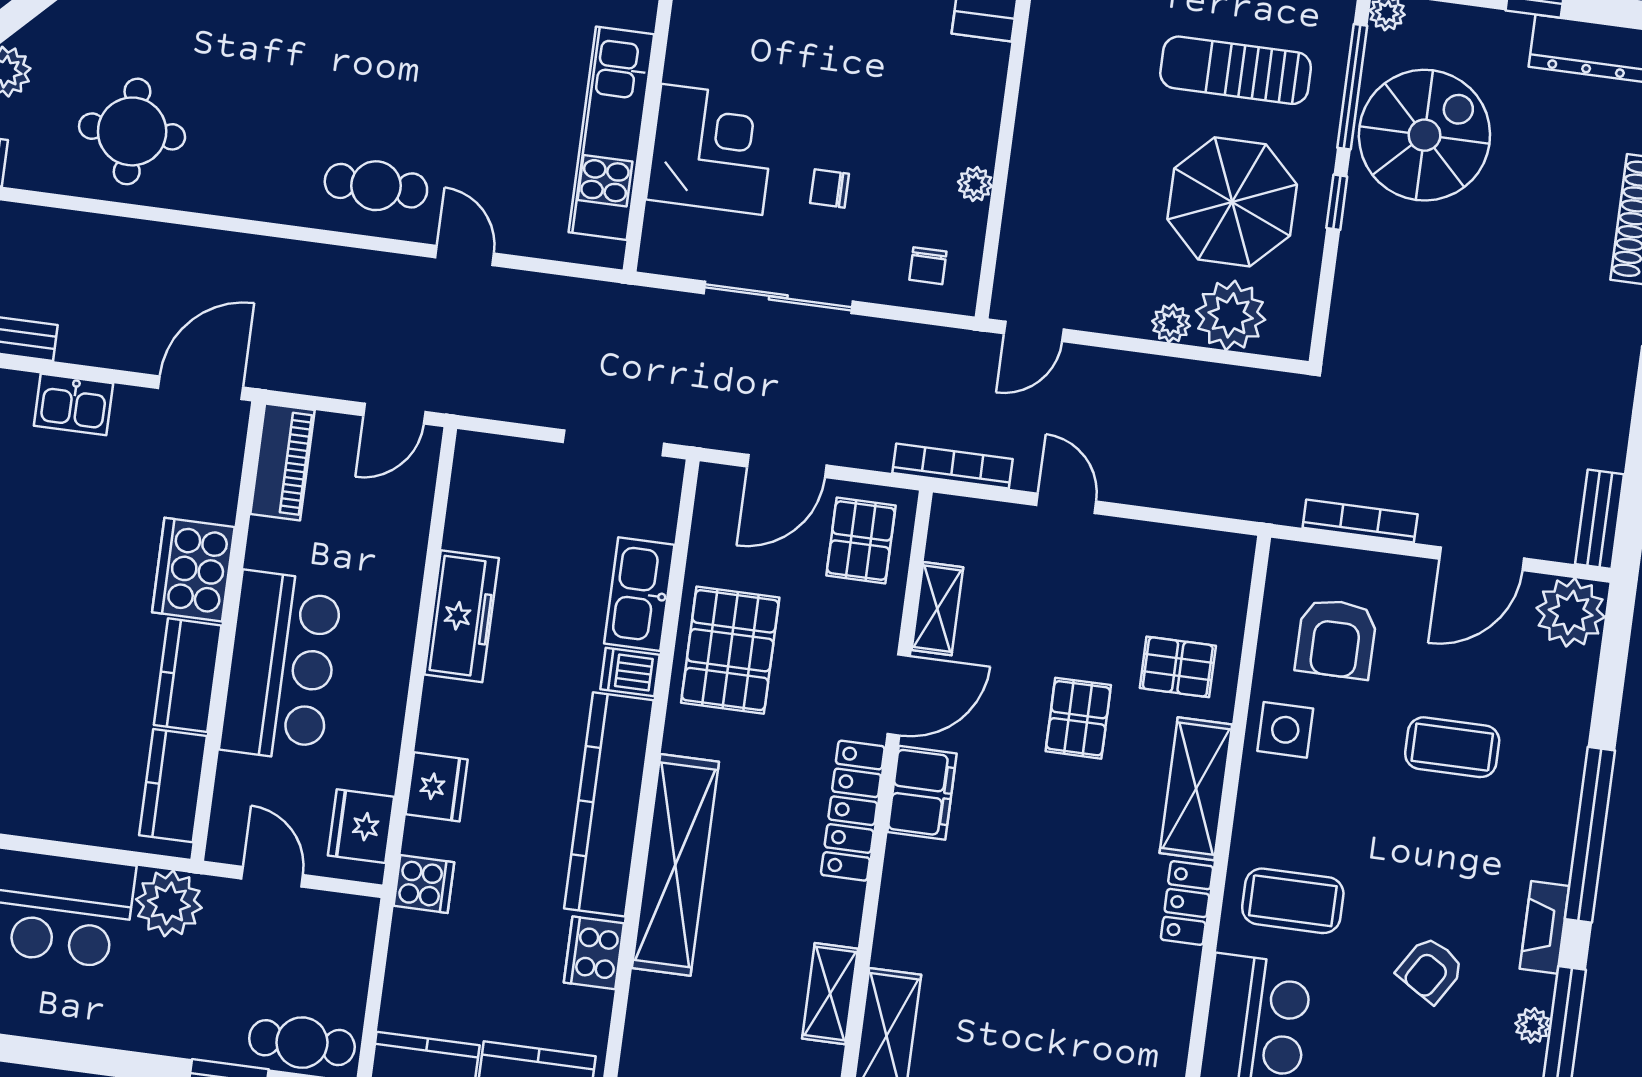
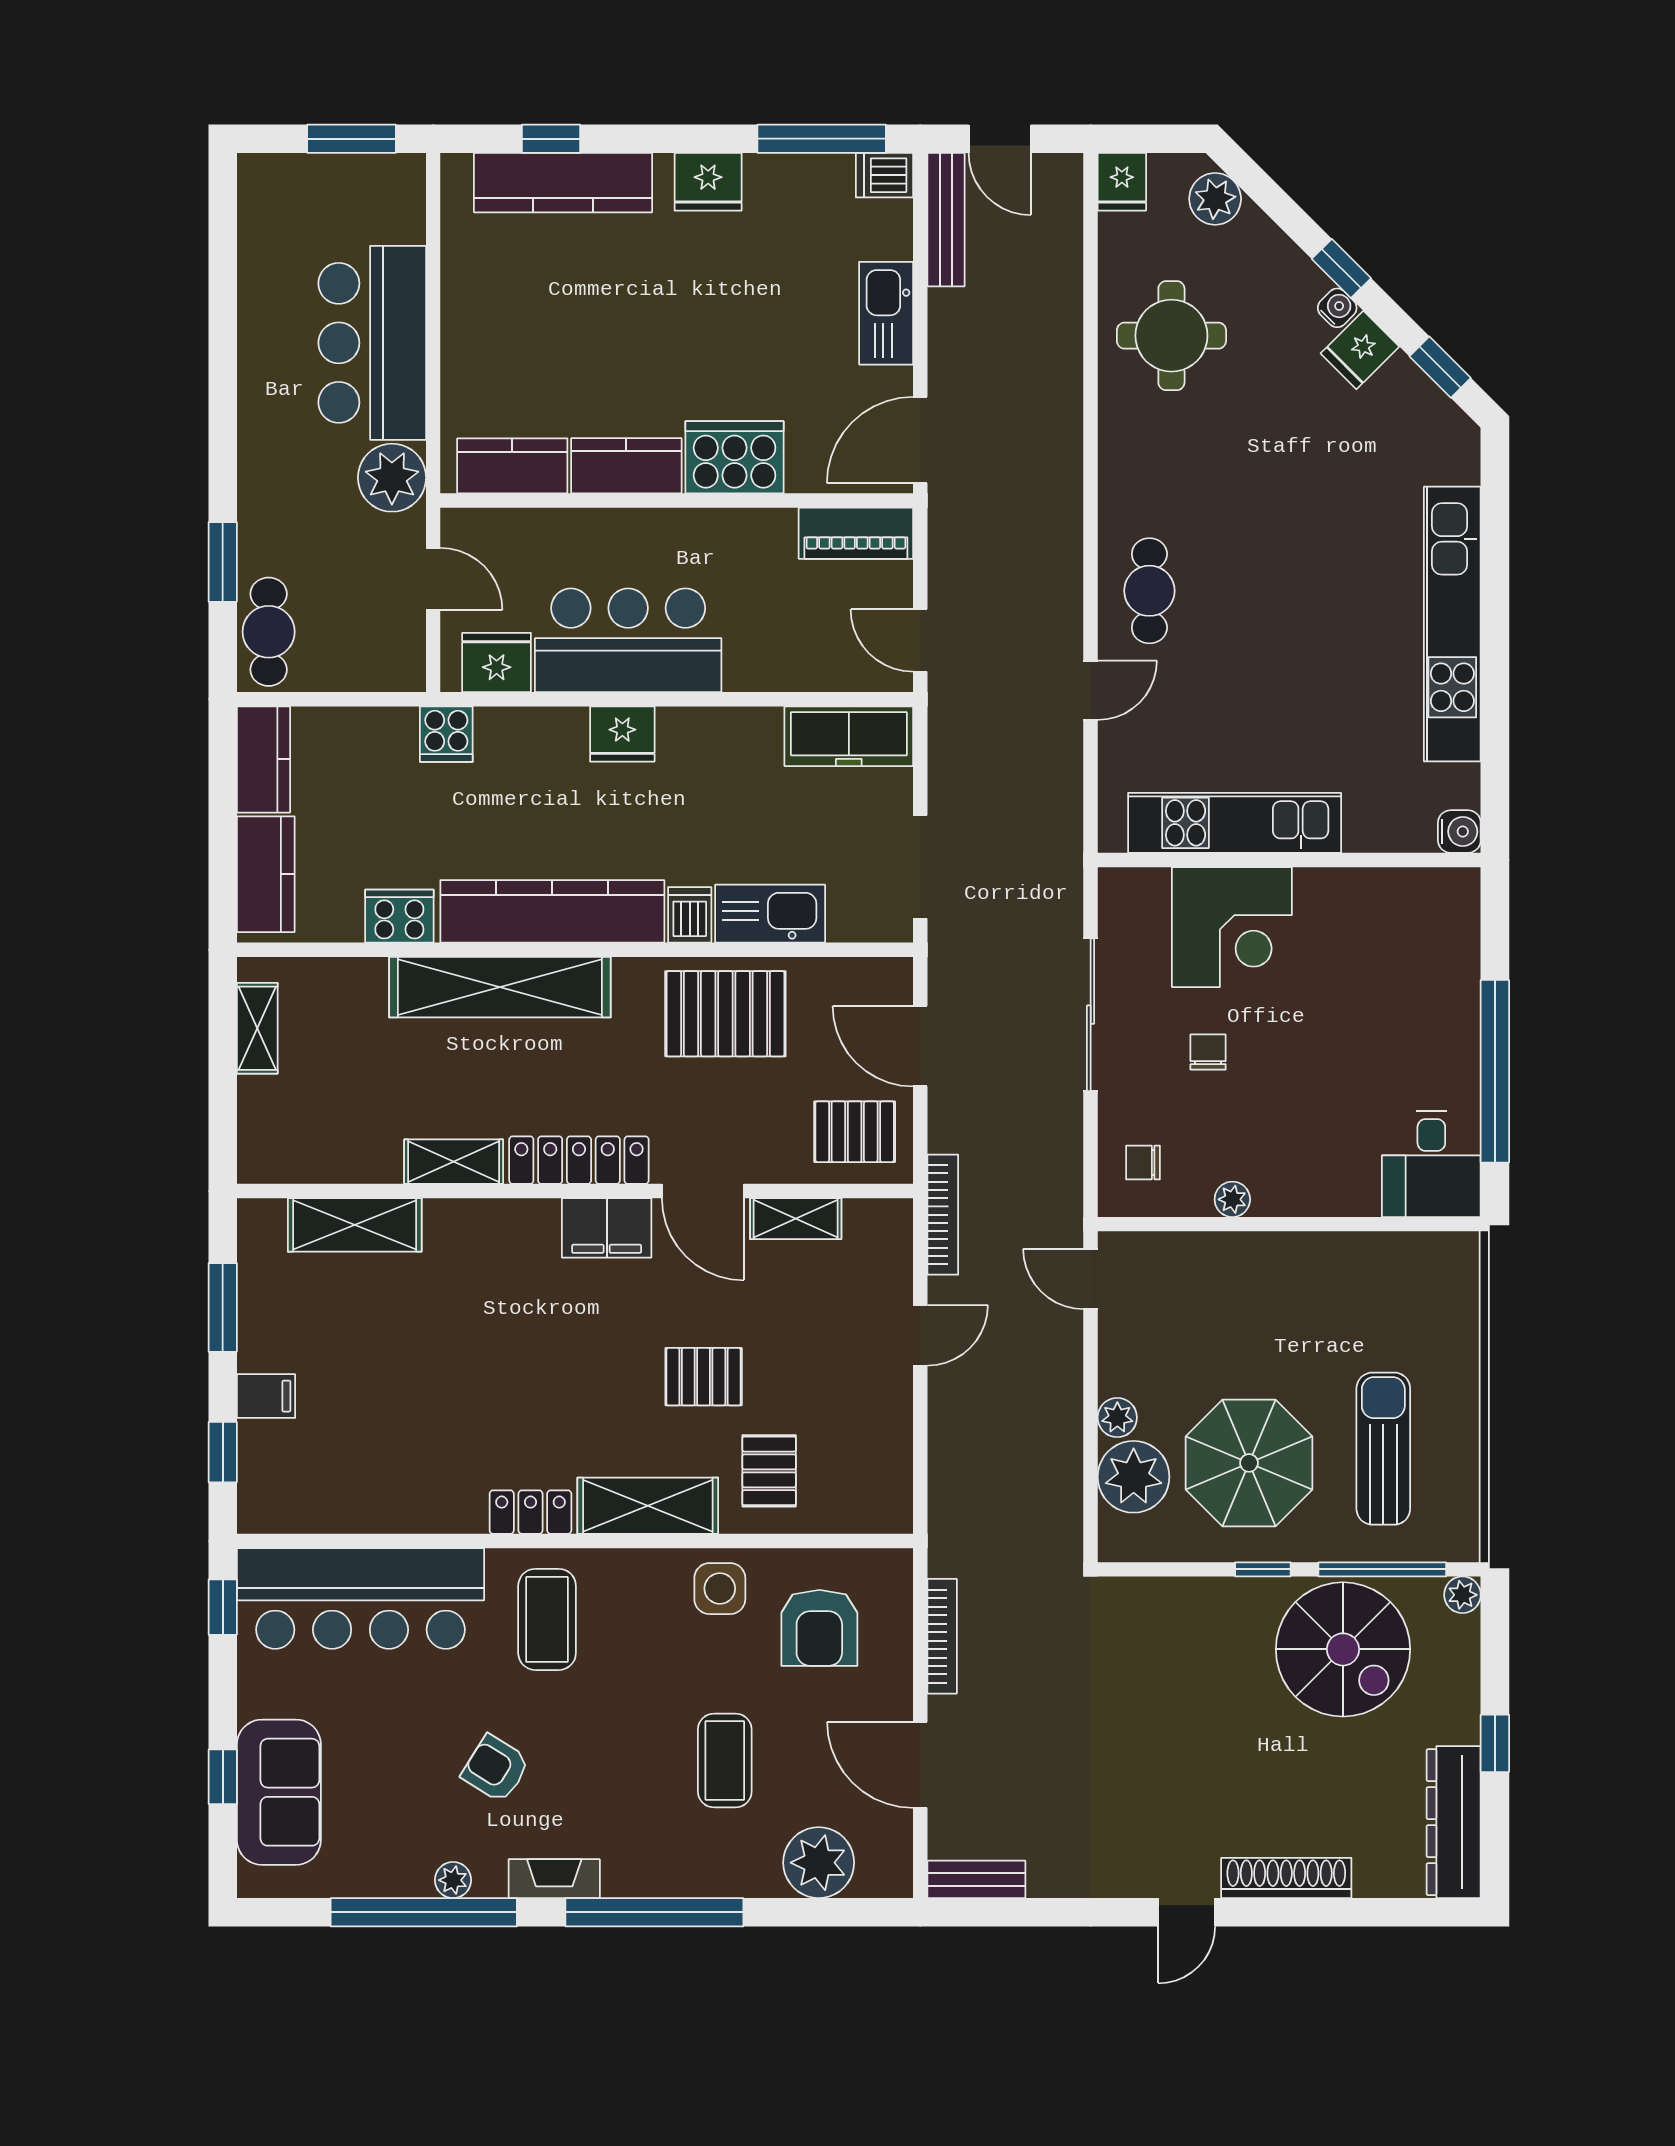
door: (201, 388) -> (920, 440), swing flipped
kitchen sink: (74, 404) -> (886, 313), width x1.38
plant: (1571, 612) -> (819, 1863), moved
freezer: (462, 616) -> (849, 736), moved
armchair: (1336, 639) -> (819, 1628), turned -90
bar counter: (281, 666) -> (628, 640), moved, turned 180
fridge: (437, 787) -> (622, 734), moved
door: (272, 877) -> (433, 579), hinge flipped
shelving: (830, 994) -> (454, 1162), moved

